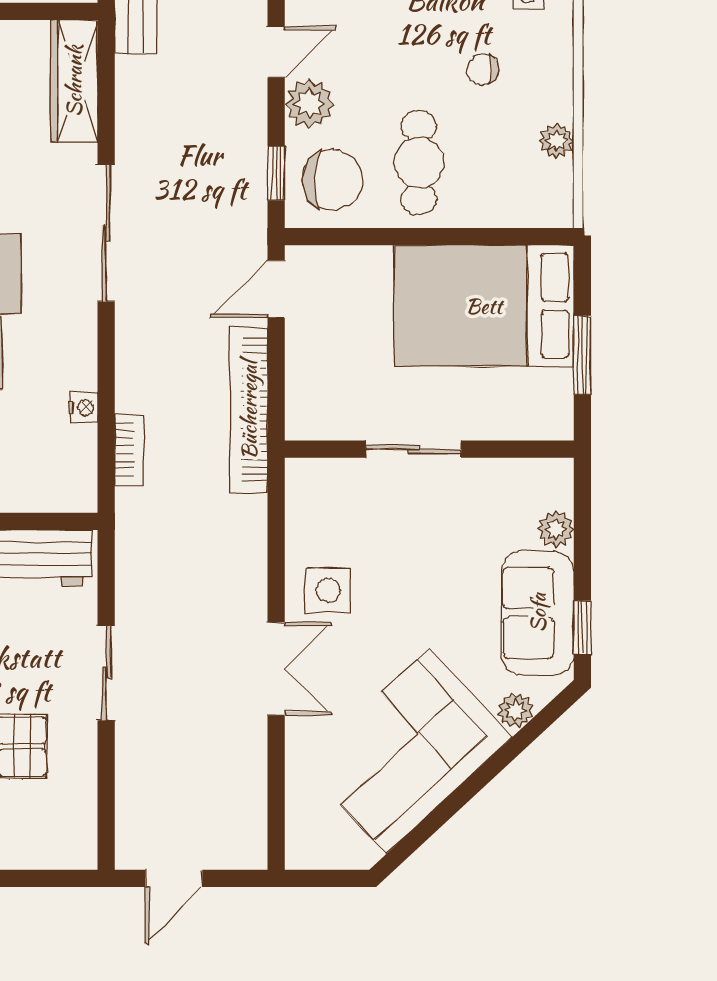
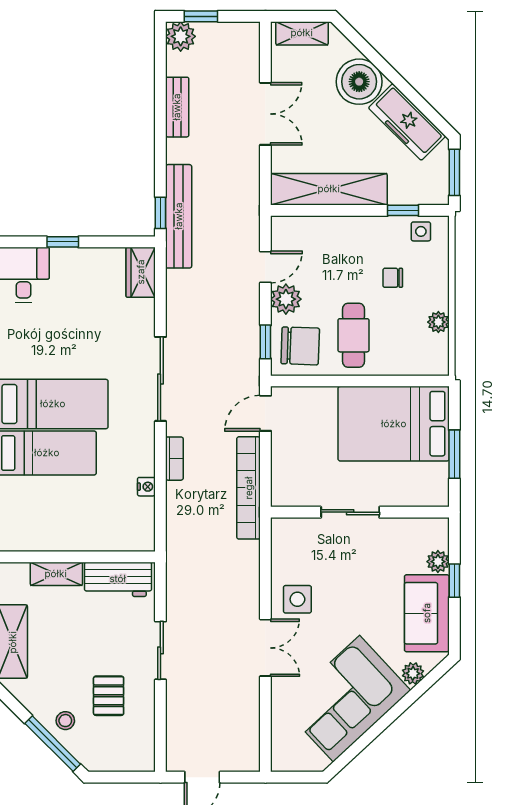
wardrobe: (74, 81) -> (141, 272), width x0.67
bookcase: (129, 450) -> (174, 459), moved
window: (582, 627) -> (454, 581), moved

